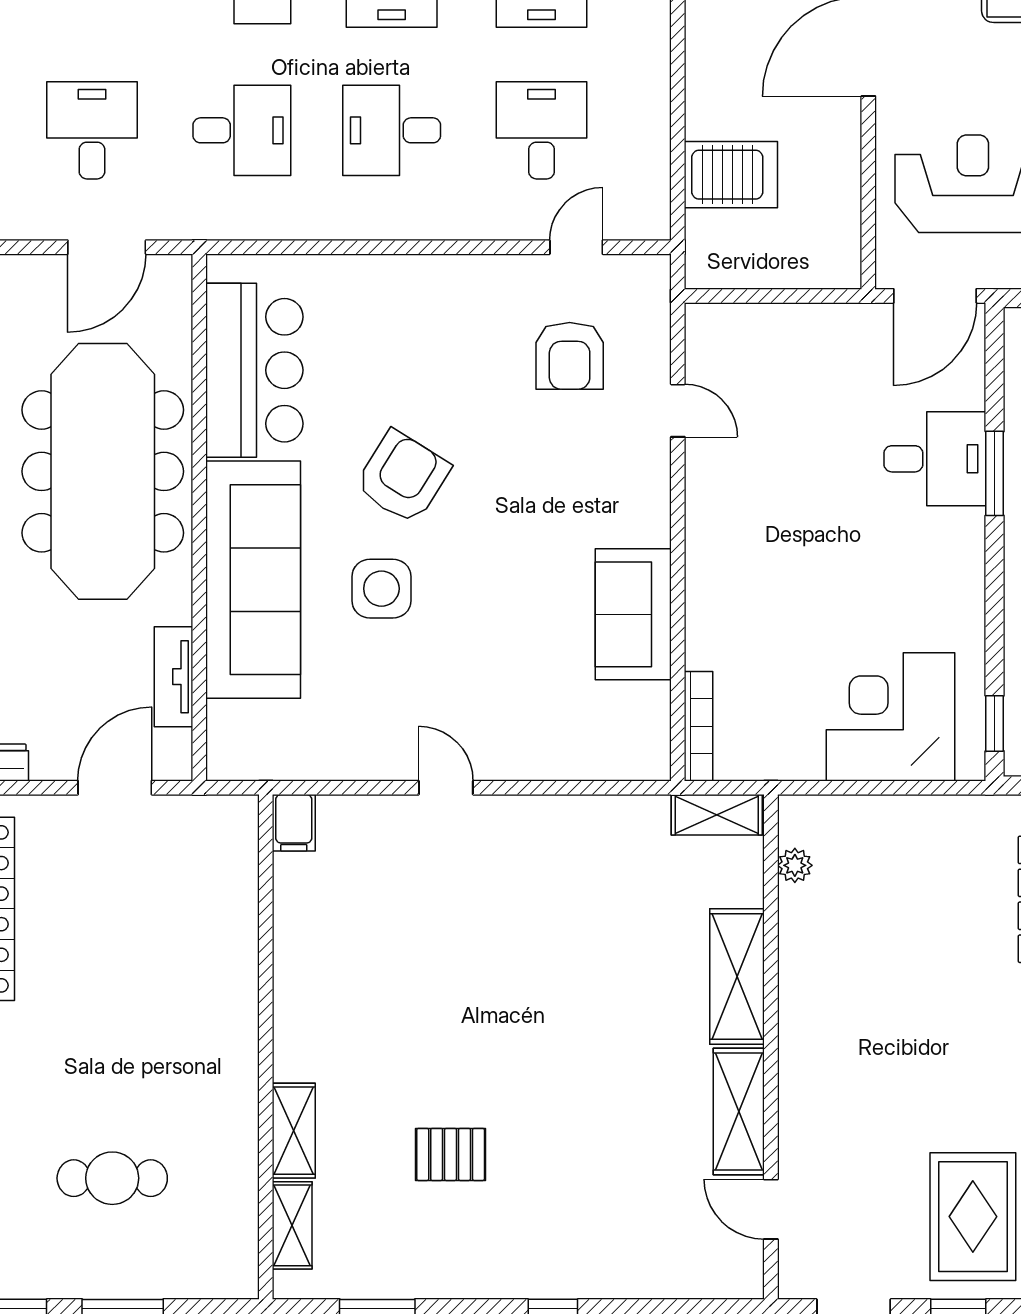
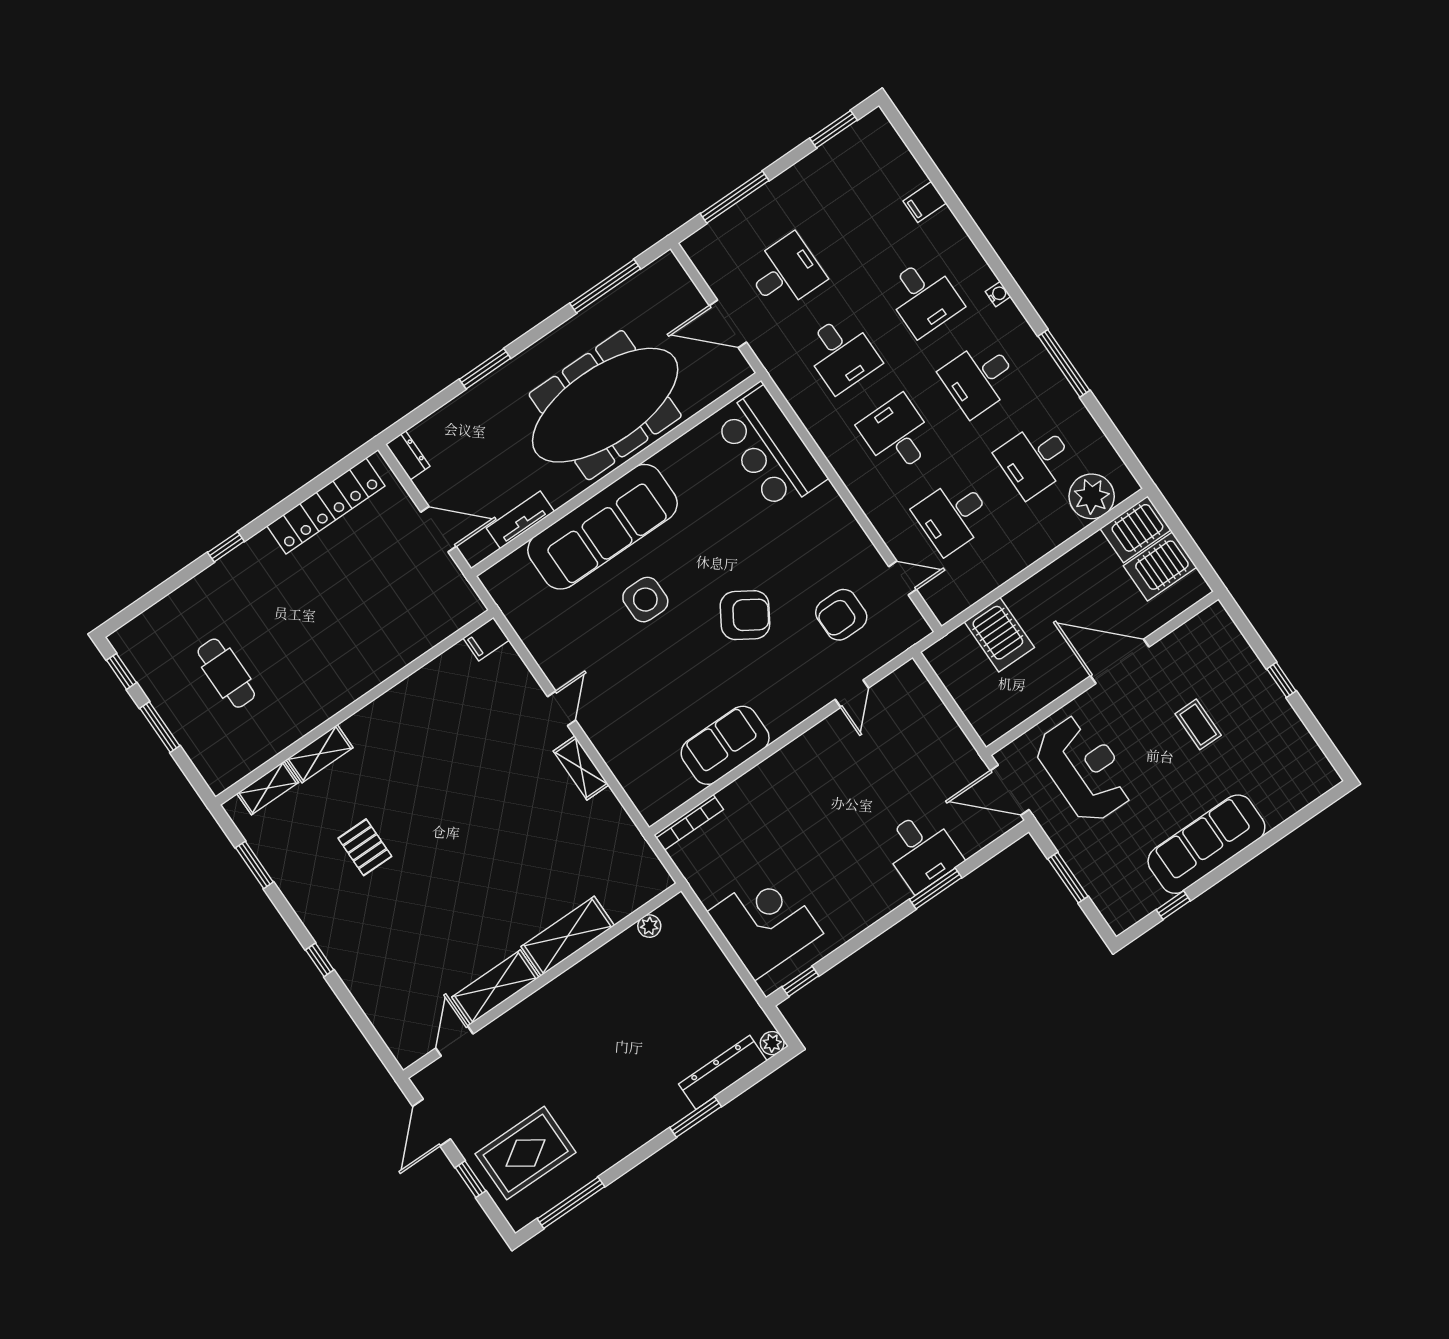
desk: (542, 130) -> (953, 516), turned 180
bar counter: (254, 370) -> (770, 449), moved, turned 90
armchair: (403, 477) -> (745, 615), moved
shelving: (717, 815) -> (581, 768), moved

